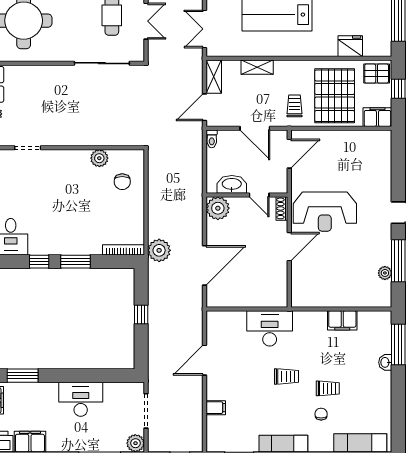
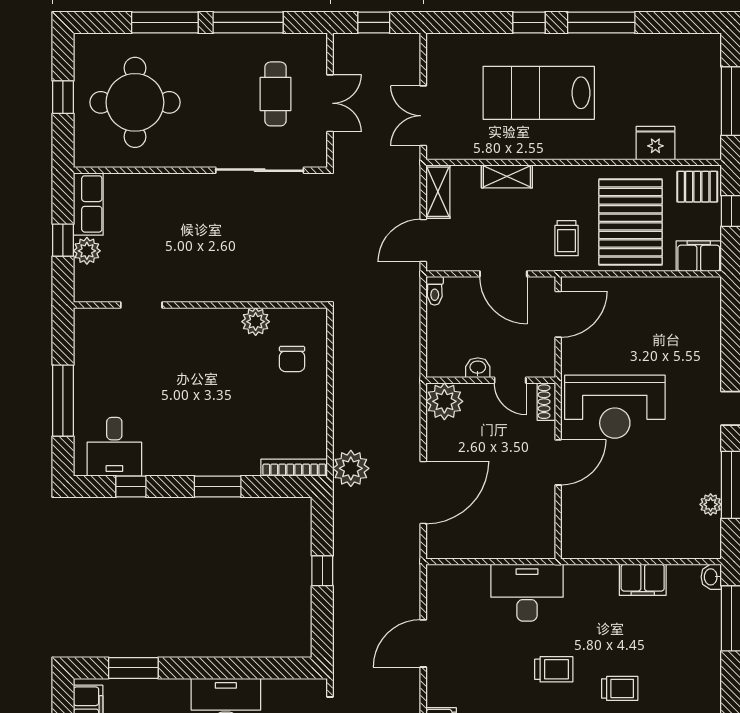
trolley: (294, 106) -> (567, 238), turned 180
washbasin: (232, 184) -> (478, 368), width x0.52, depth x0.69
window: (39, 262) -> (131, 486), moved
washbasin: (385, 362) -> (711, 577), moved

